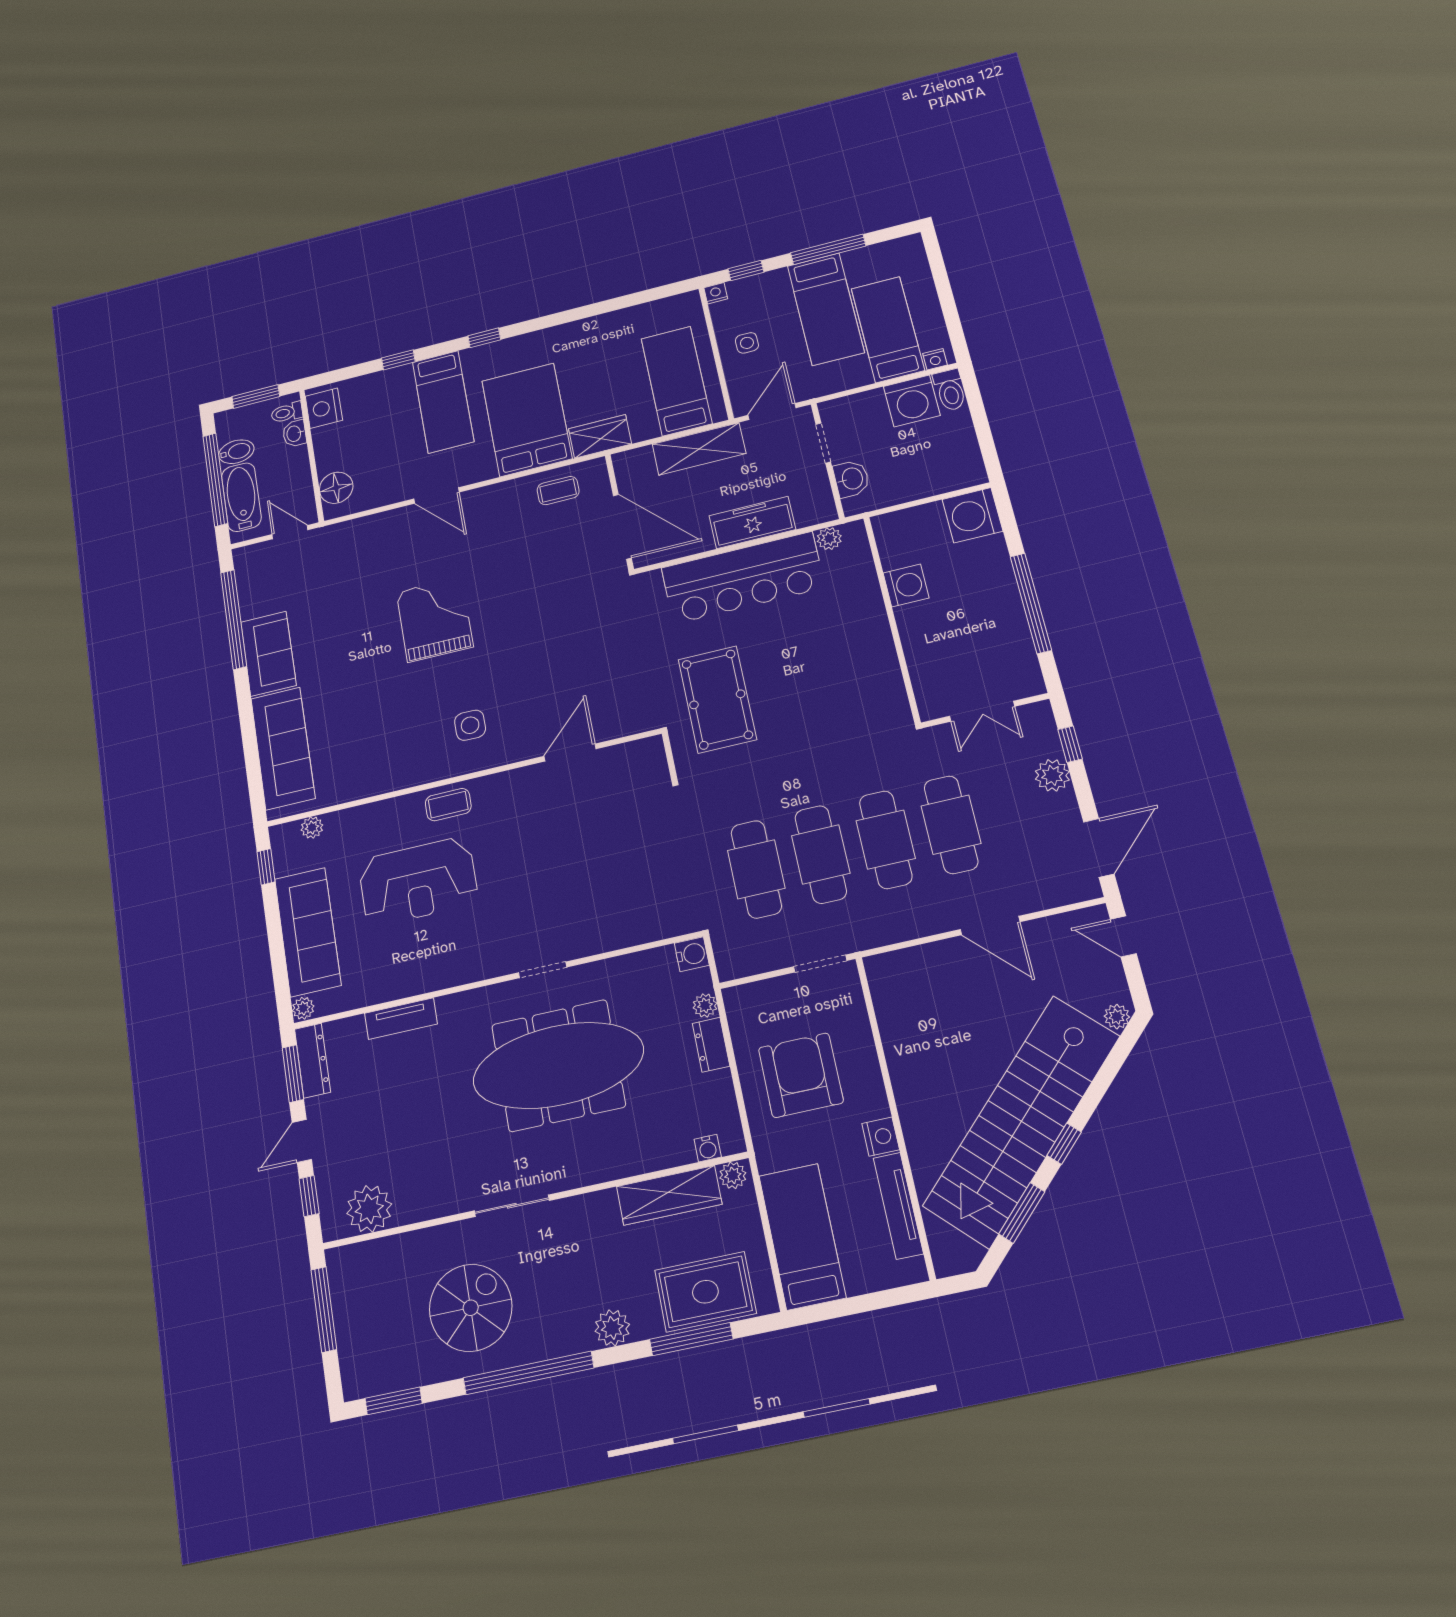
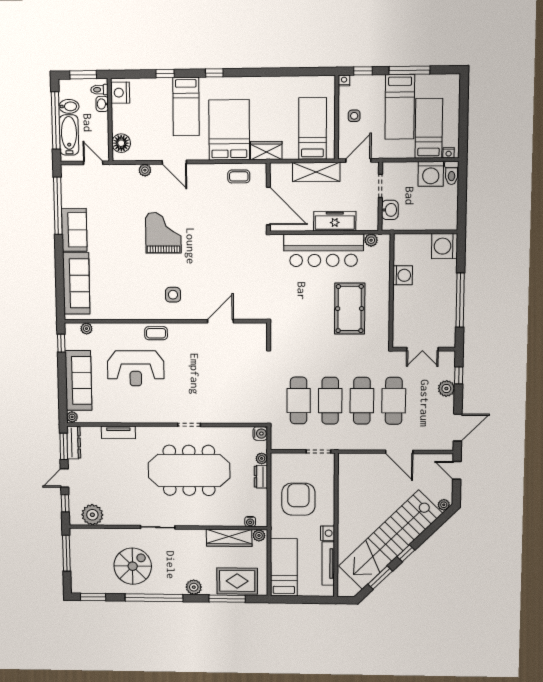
plant: (385, 521) -> (145, 170), added
pool table: (717, 699) -> (350, 309), moved

